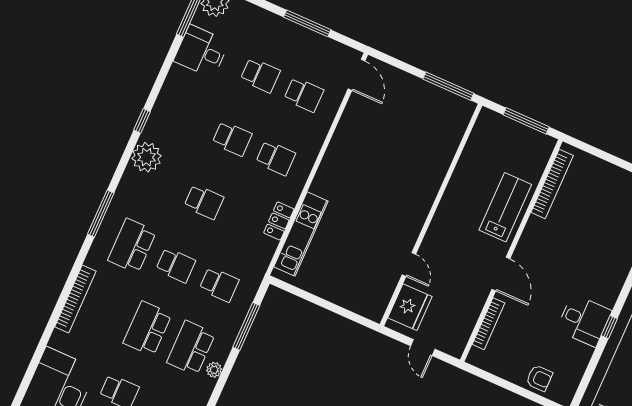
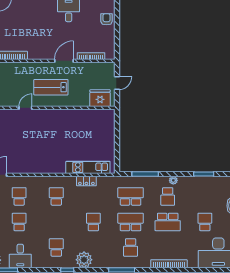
school desk: (232, 139) -> (56, 247), moved
lab bench: (505, 207) -> (51, 87), moved
school desk: (132, 246) -> (131, 247), width x0.54
door: (409, 264) -> (25, 108), moved
school desk: (176, 265) -> (131, 222), width x1.85
school desk: (219, 285) -> (131, 196), width x1.85
school desk: (191, 348) -> (168, 196), width x0.54

